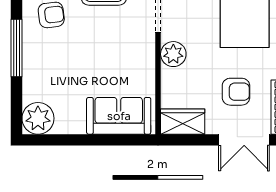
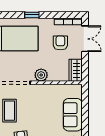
sofa: (119, 116) -> (73, 115), moved

